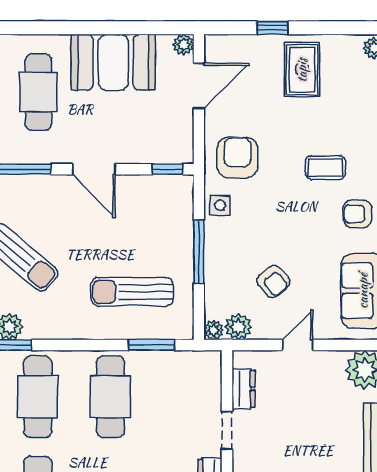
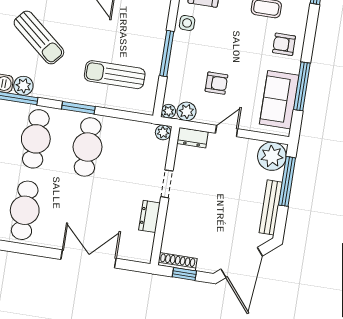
armchair: (273, 281) -> (216, 83), turned -51
window: (152, 345) -> (78, 108), moved
plant: (211, 361) -> (163, 132), added
dresser: (243, 389) -> (192, 138), moved, turned 90

